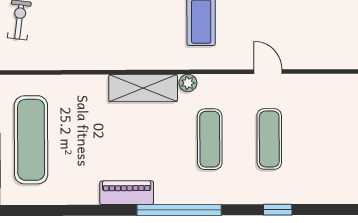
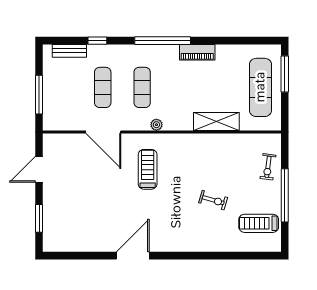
door: (268, 72) -> (103, 132), width x1.87
shelving: (143, 88) -> (216, 122), moved
bench: (320, 194) -> (69, 51), added

